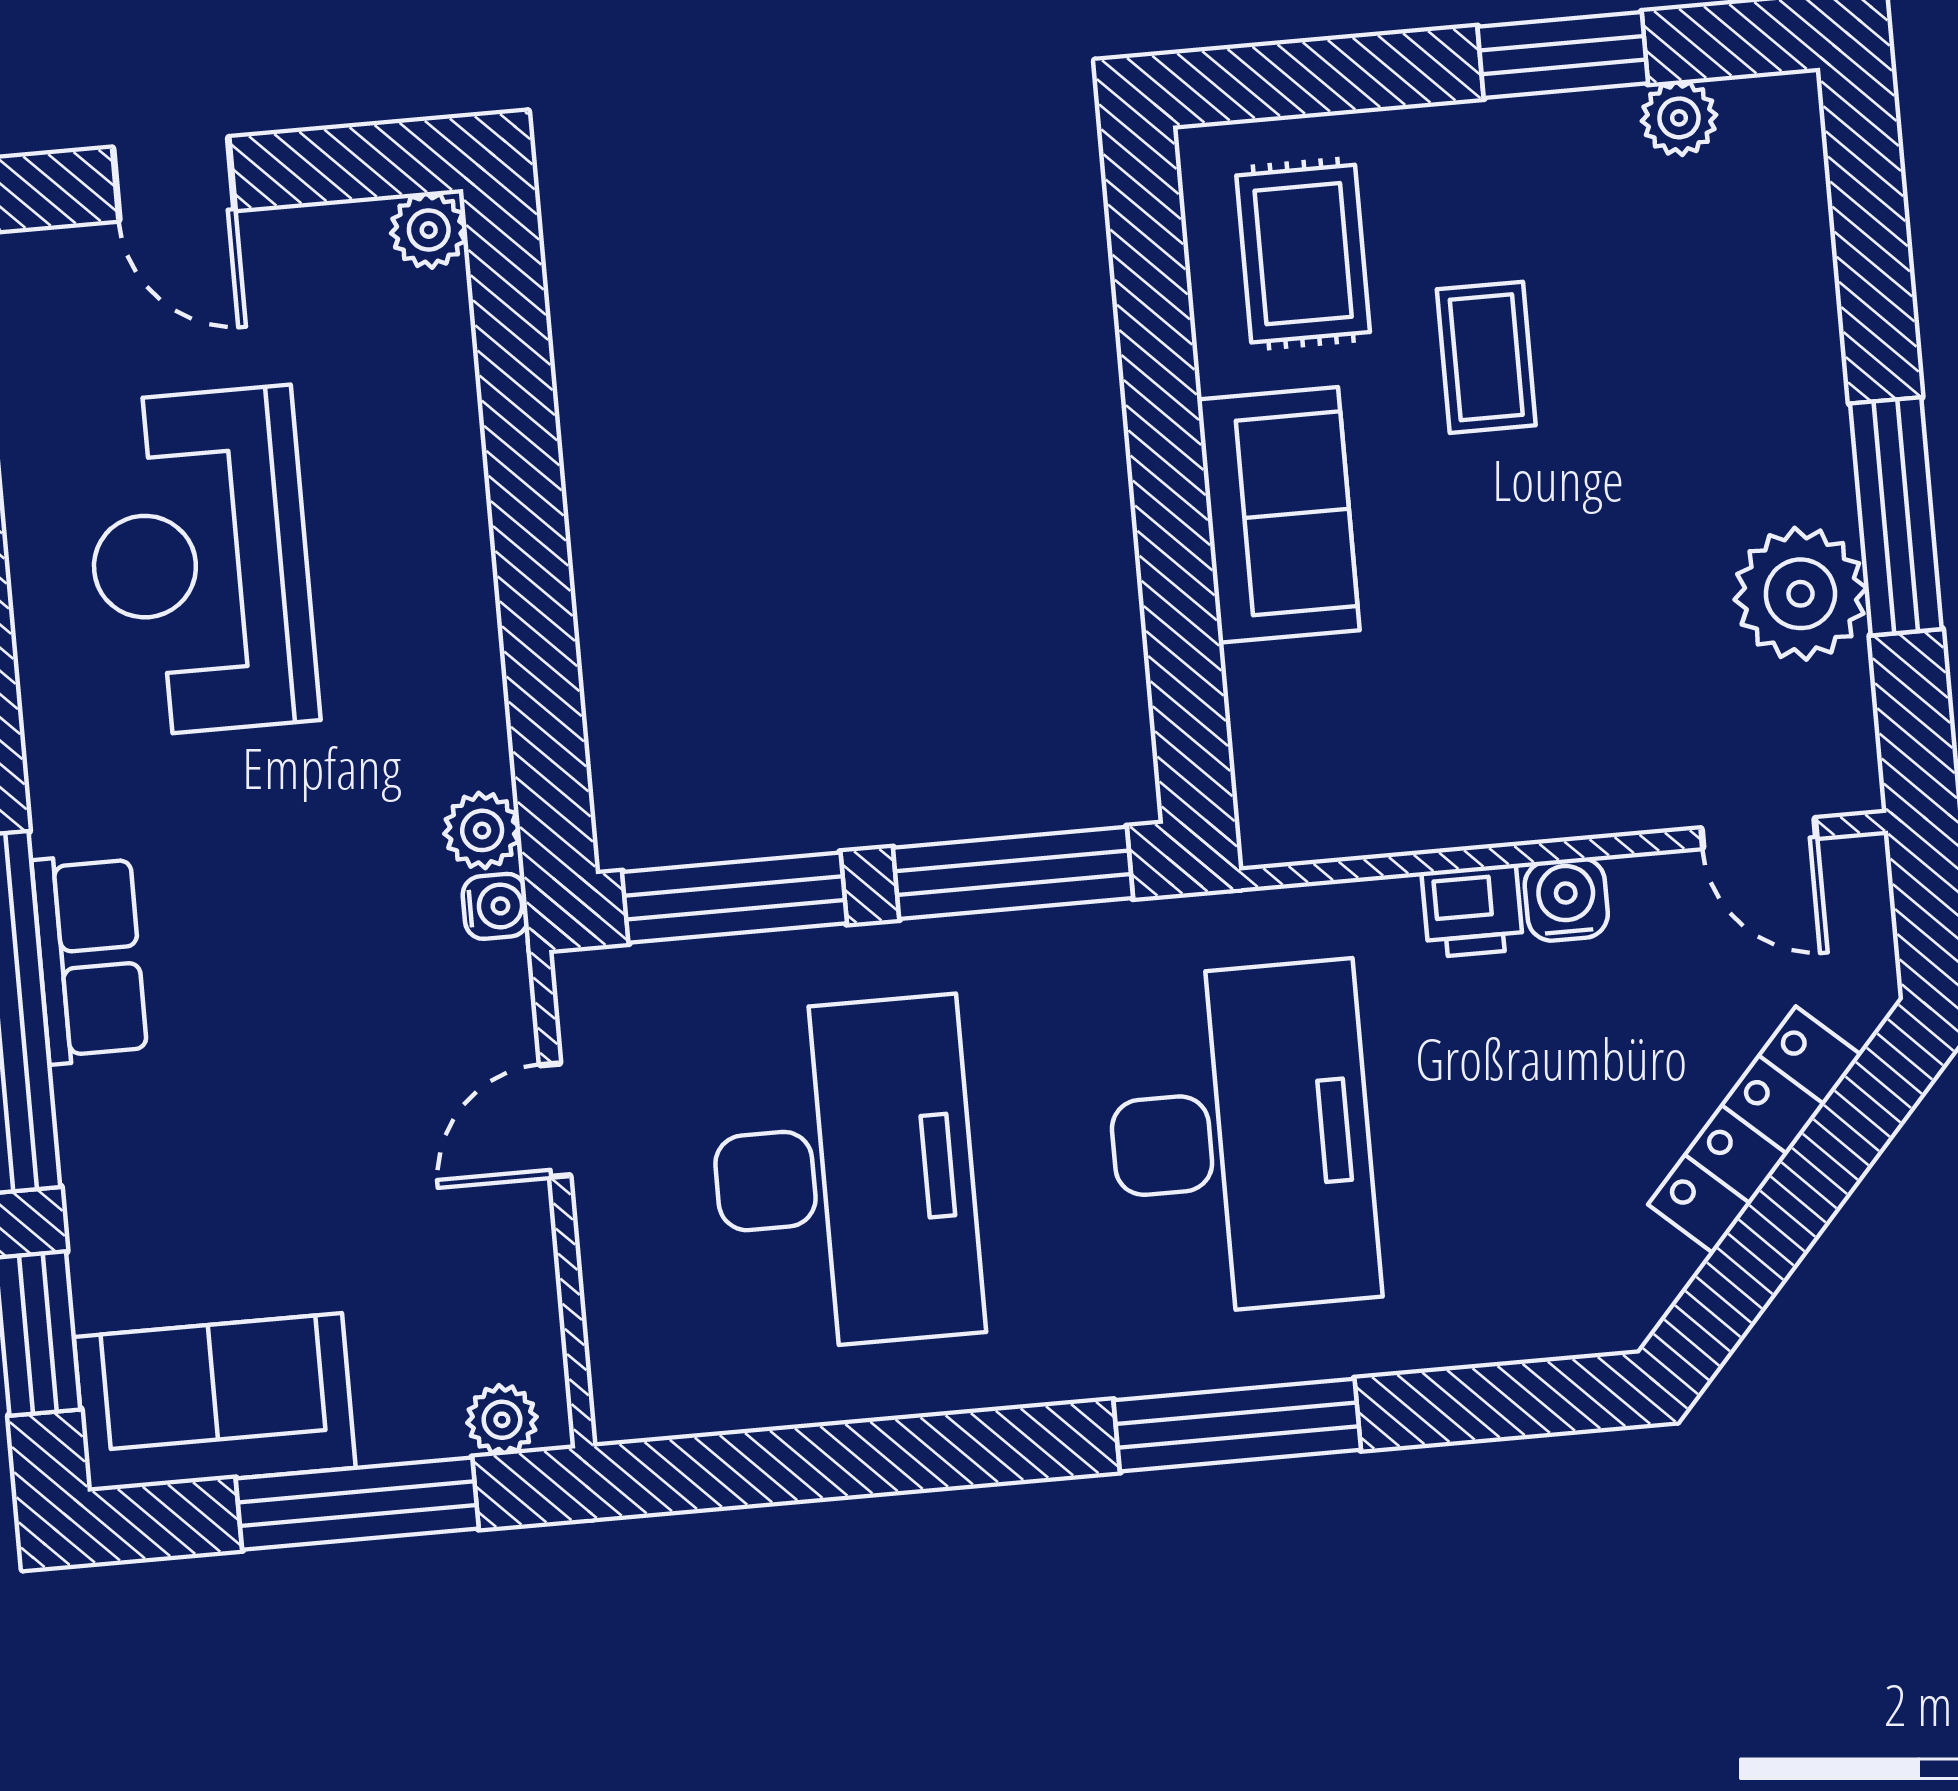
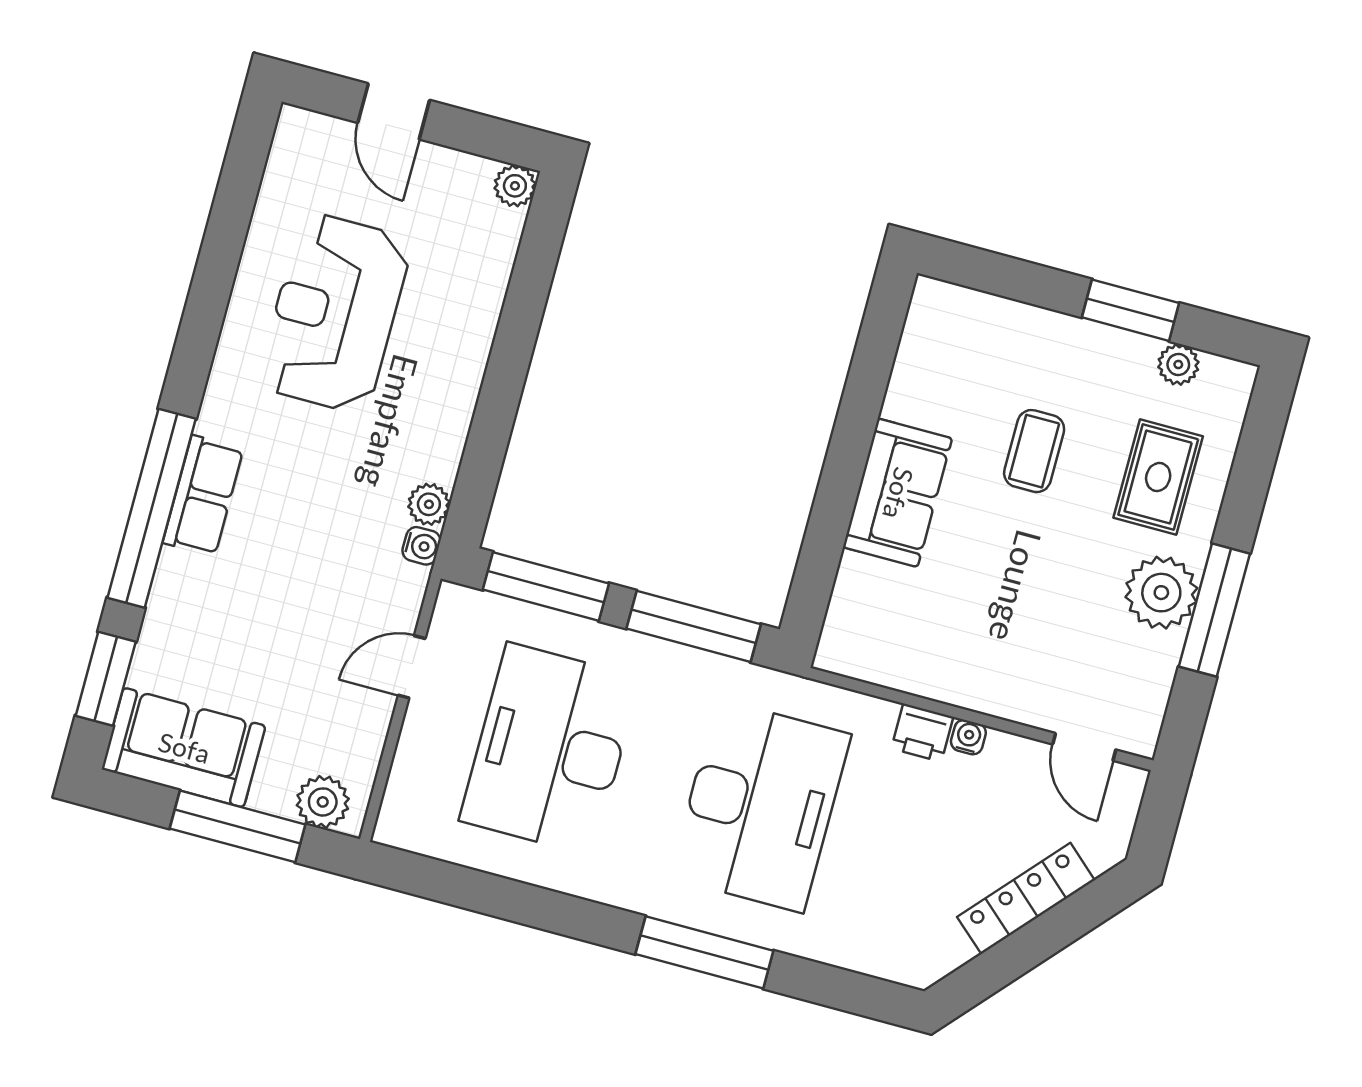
rug: (1303, 254) -> (1158, 477), moved
plant: (1800, 594) -> (1161, 593), moved
water cooler: (1566, 899) -> (968, 737), width x0.72, depth x0.72
desk: (844, 1174) -> (550, 749), turned 180
plant: (502, 1420) -> (323, 802), width x1.38, depth x1.38

